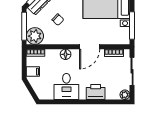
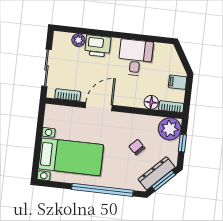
window: (132, 25) -> (40, 128), removed
window: (24, 26) -> (182, 143), width x0.46
floor lamp: (66, 54) -> (151, 102), moved
plant: (125, 95) -> (78, 40), moved

